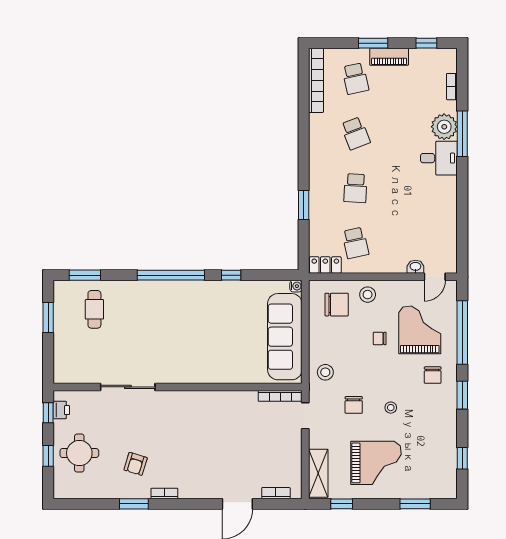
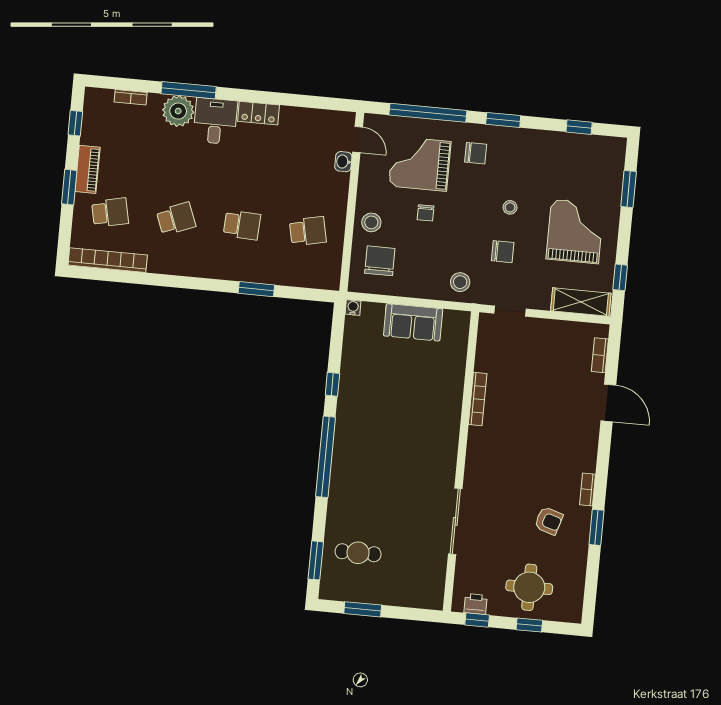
locker: (325, 265) -> (258, 113), moved, turned -90
sofa: (285, 337) -> (413, 322), width x0.54, depth x0.79
bookcase: (280, 396) -> (478, 399), moved

